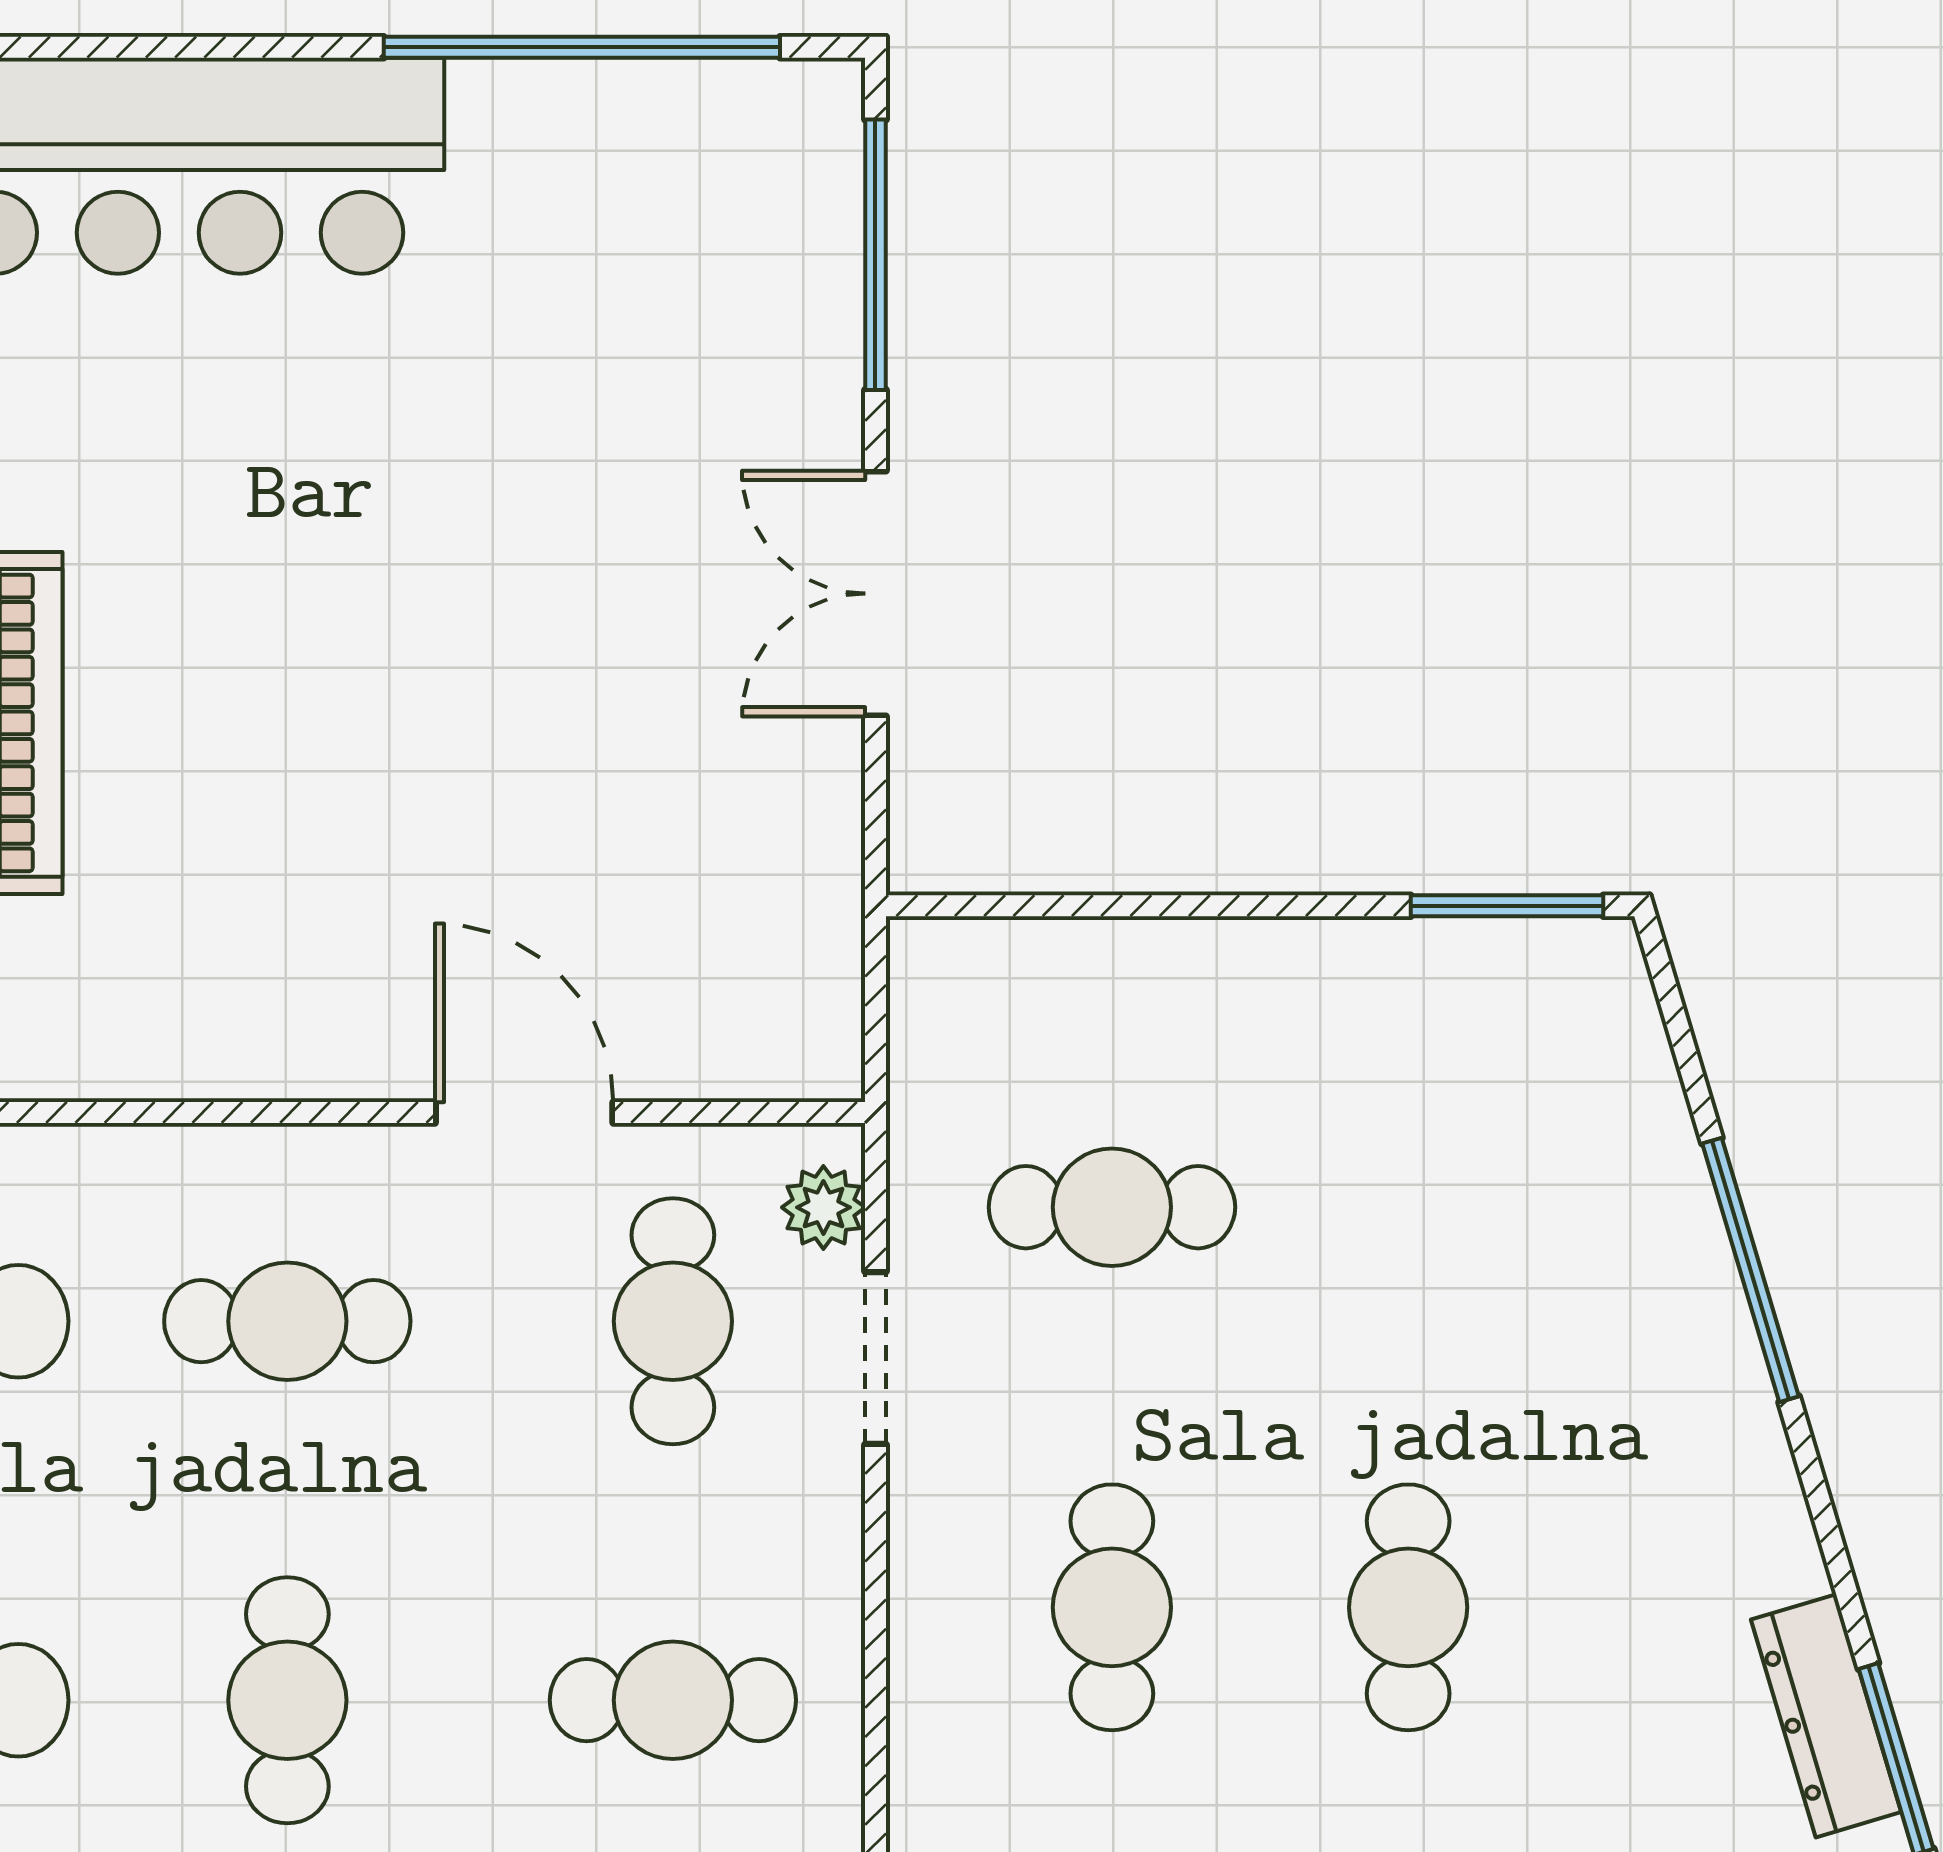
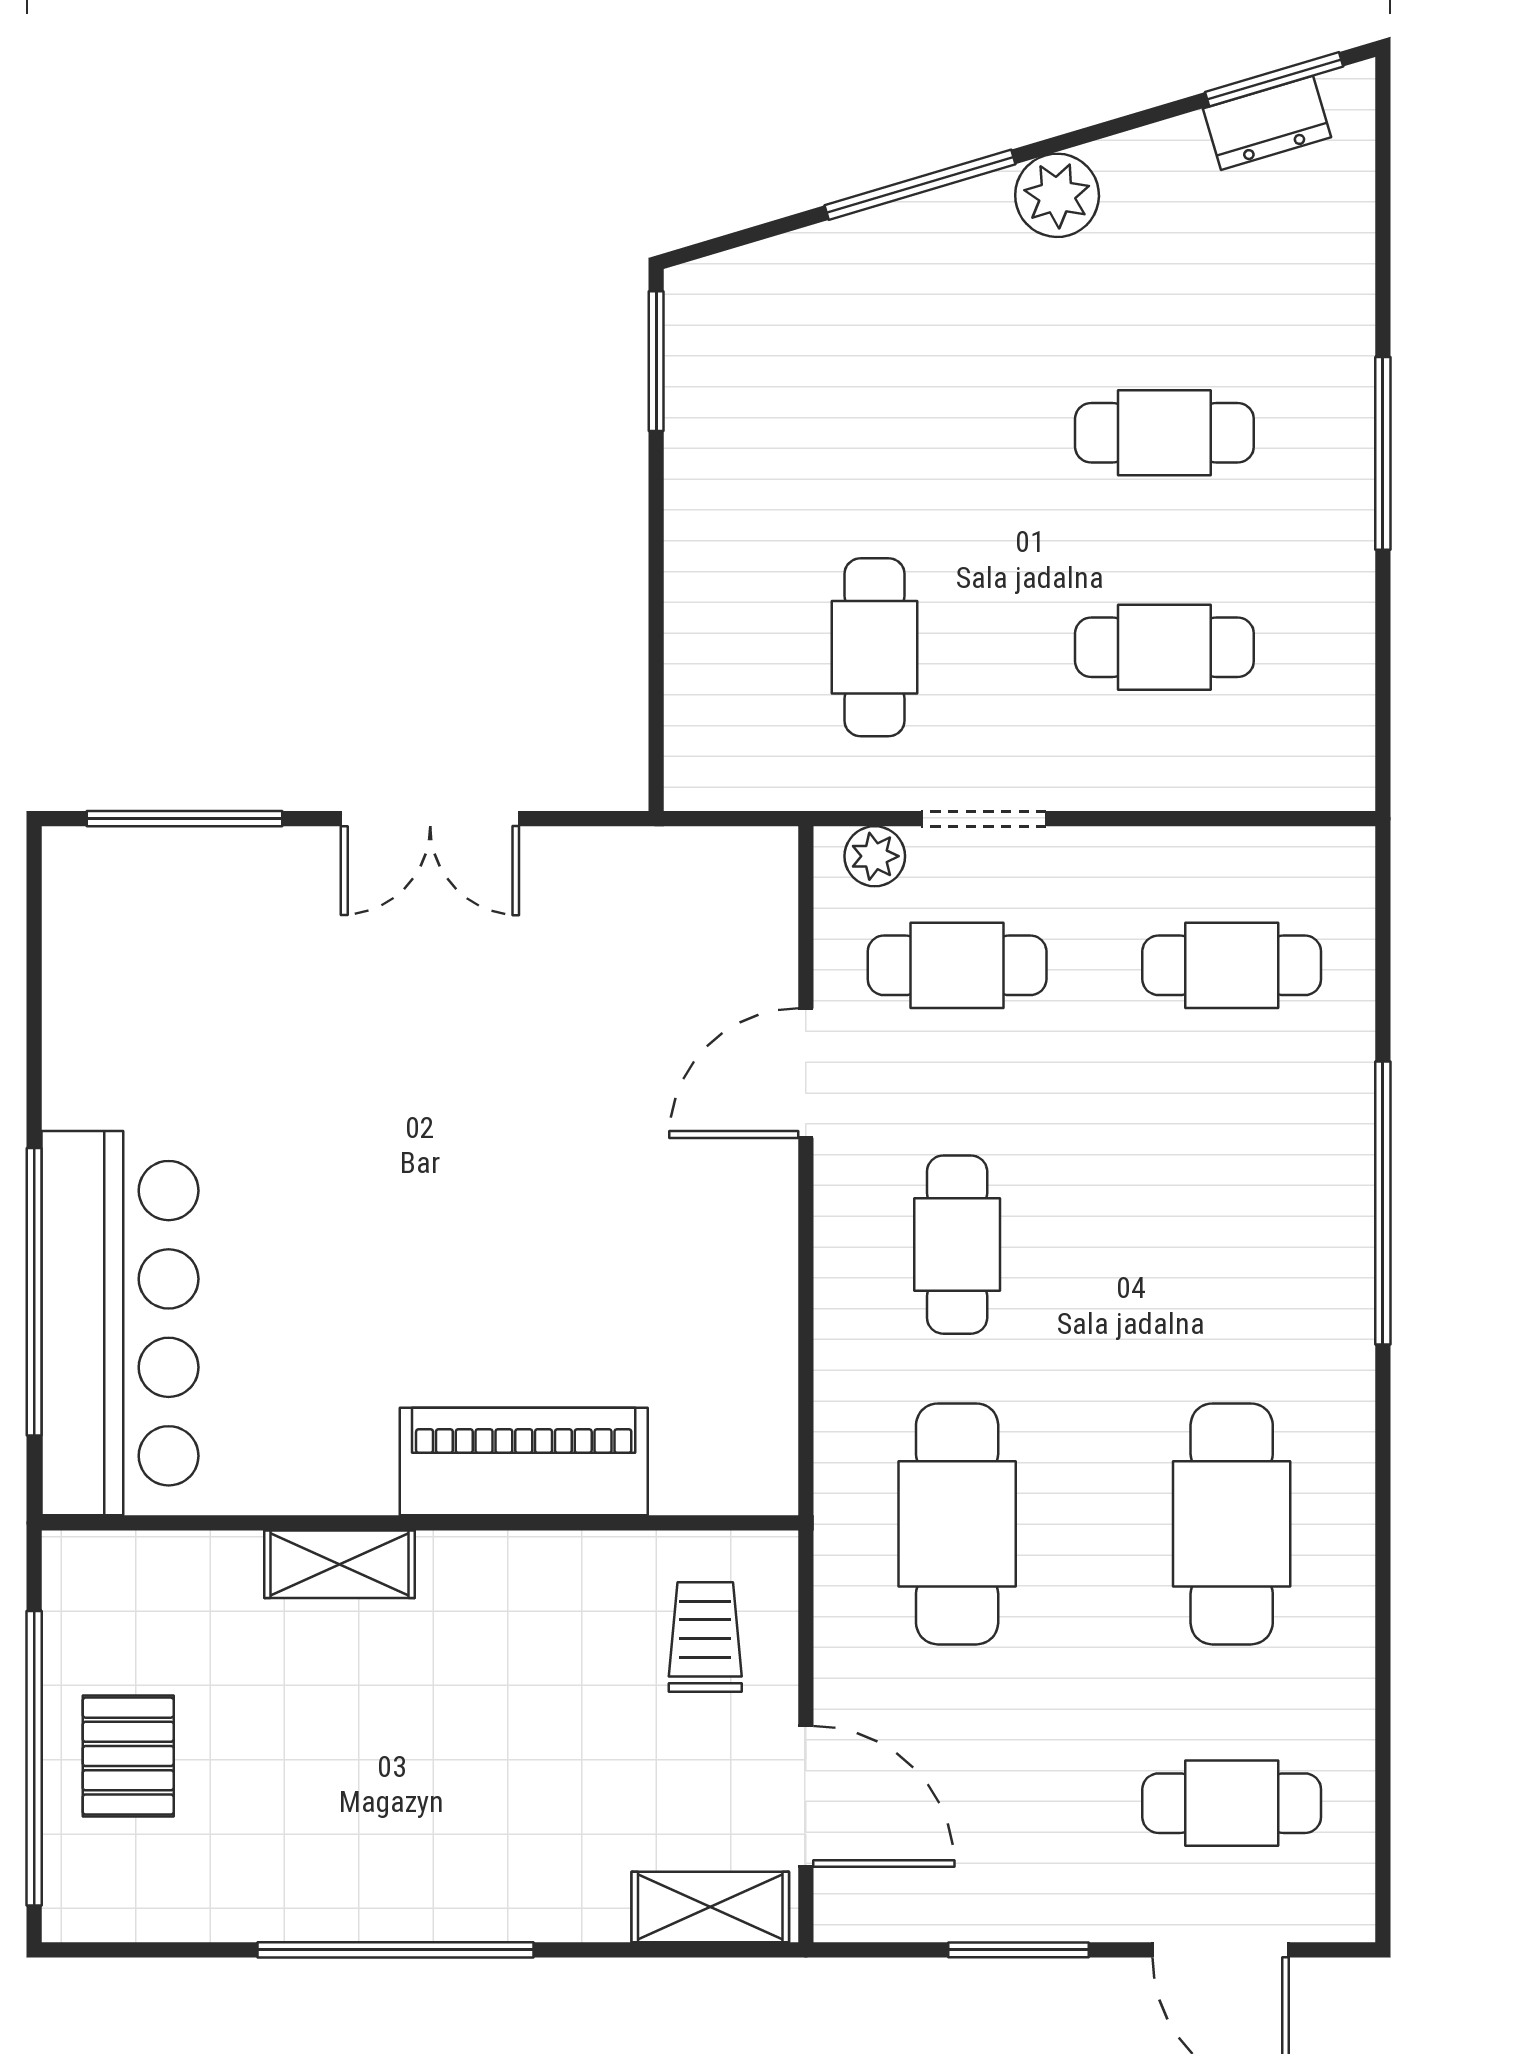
window: (582, 47) -> (34, 1292), moved
plant: (1736, 1459) -> (1057, 195), added
cafe table: (287, 1700) -> (1232, 1245), removed
cafe table: (673, 1700) -> (1232, 965), turned 90
dresser: (1826, 1716) -> (1267, 123), width x0.70

